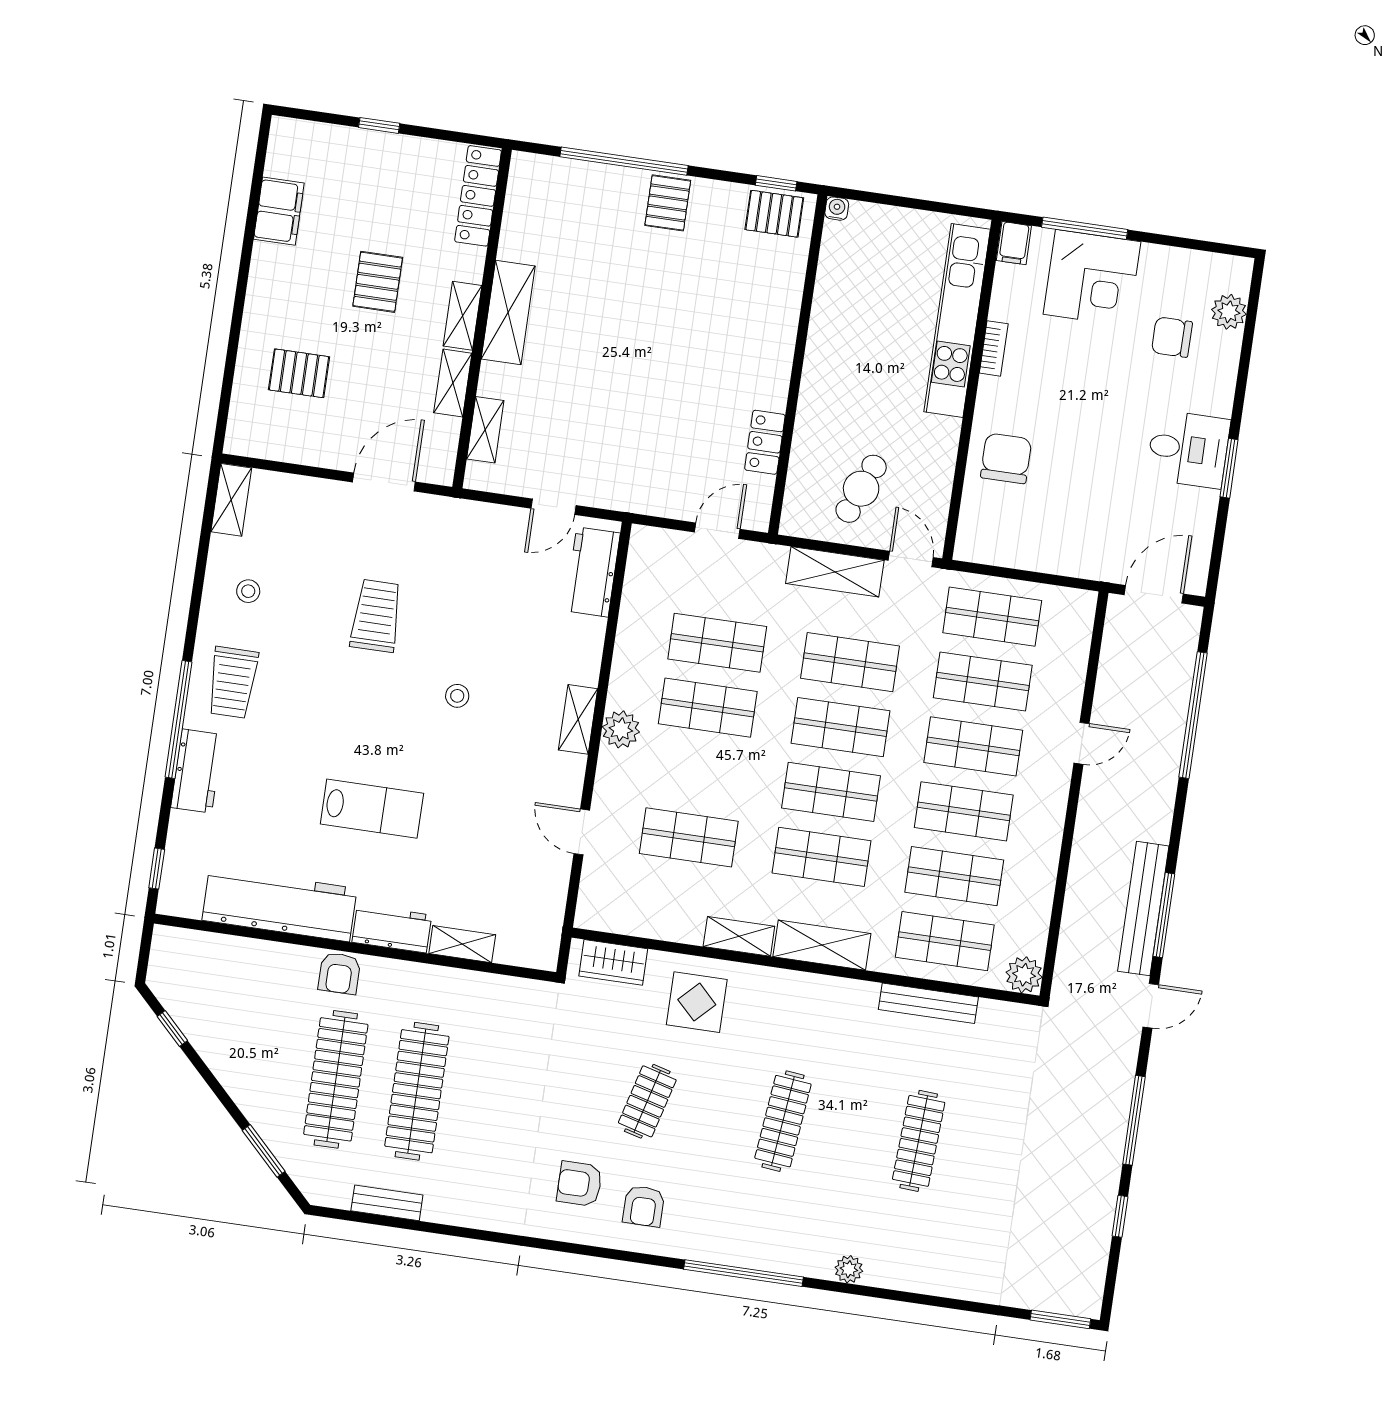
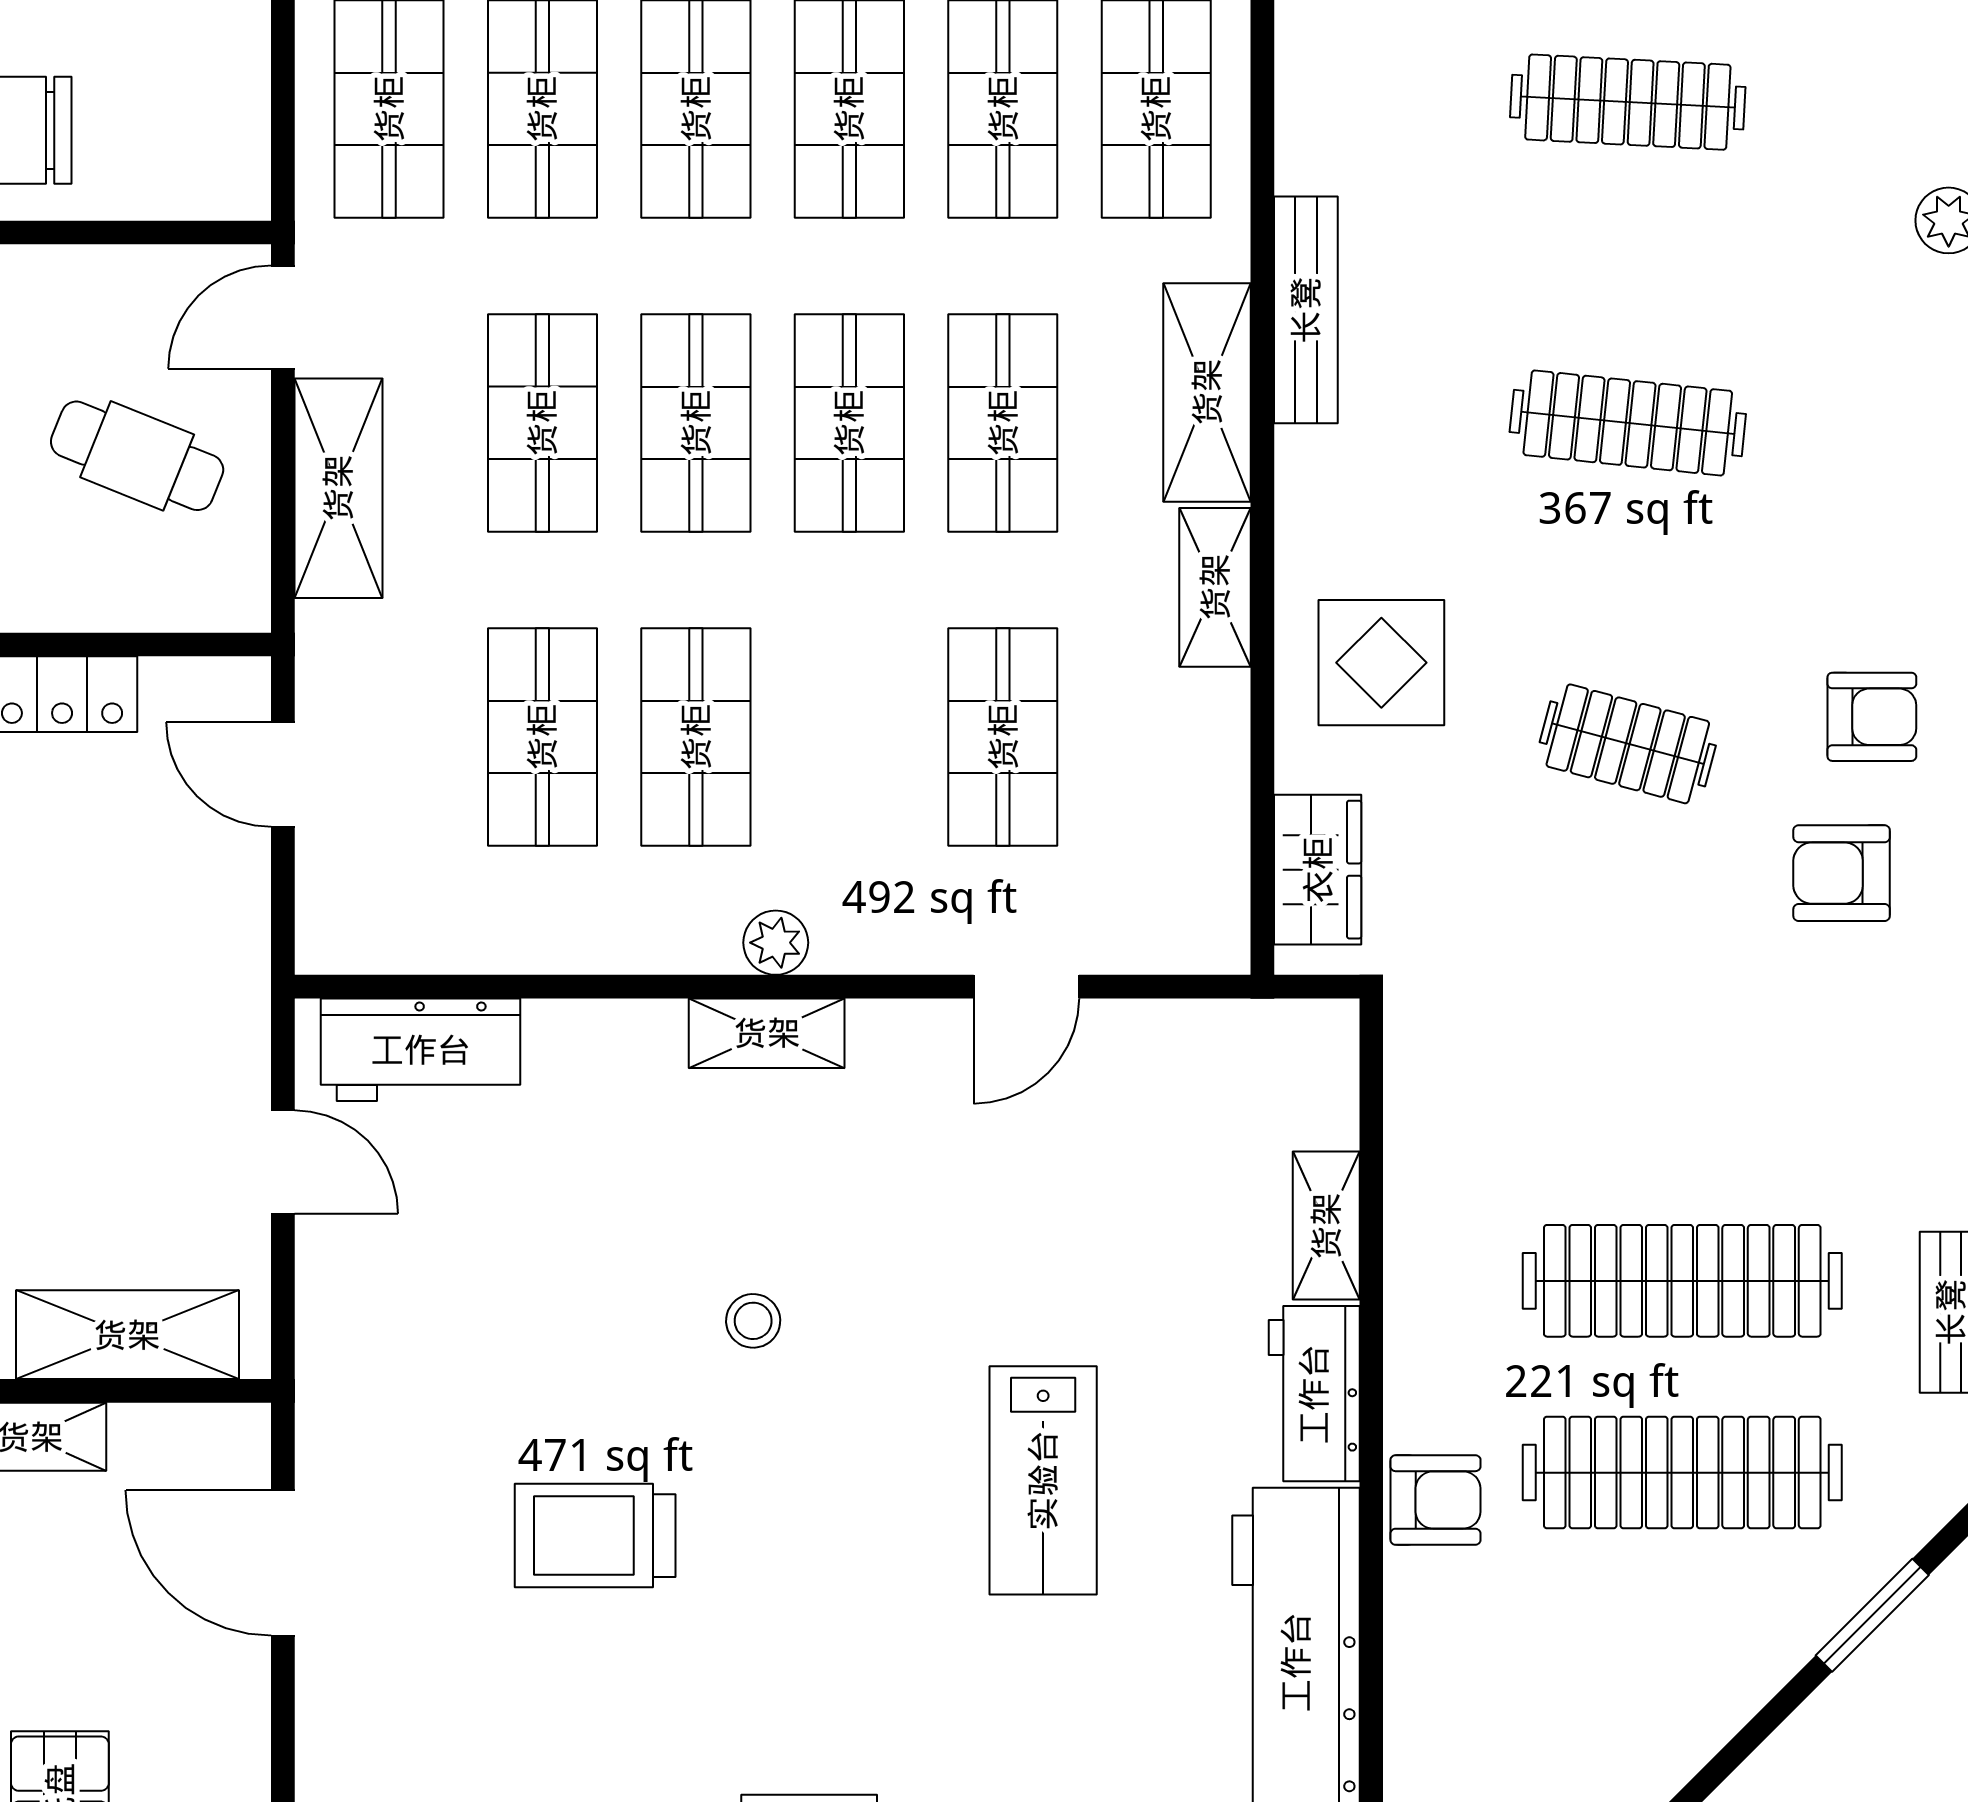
shelving: (485, 430) -> (127, 1335), width x1.50, depth x1.33
plant: (621, 729) -> (776, 943), width x0.73, depth x0.73
lab bench: (372, 809) -> (1043, 1480), turned 180
bench: (928, 1003) -> (1306, 310), moved
armchair: (579, 1184) -> (1842, 873), turned 90

